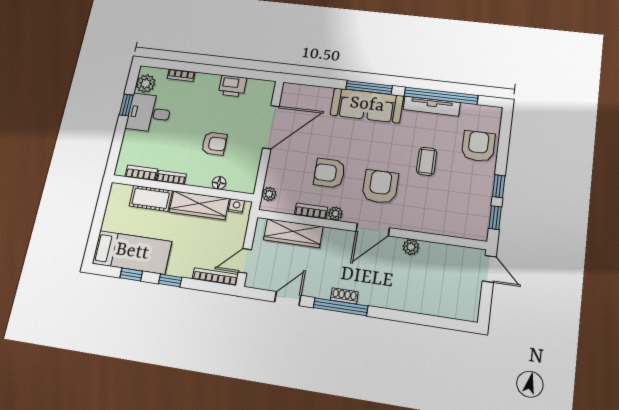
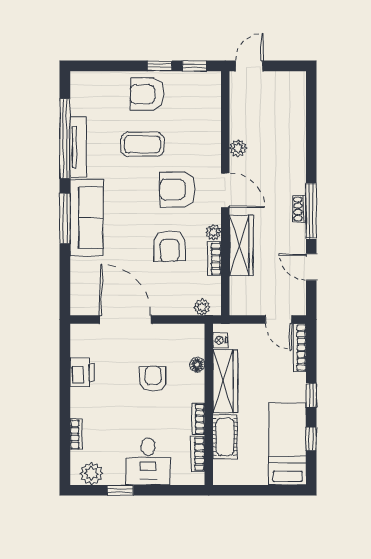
desk: (149, 113) -> (148, 461), moved
armchair: (478, 146) -> (147, 94), moved
coffee table: (427, 161) -> (142, 144), width x1.36, depth x1.30
wardrobe: (293, 233) -> (241, 245), moved

